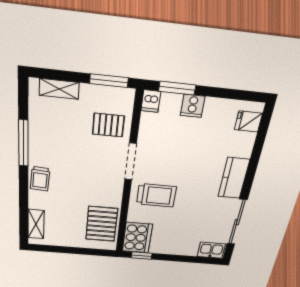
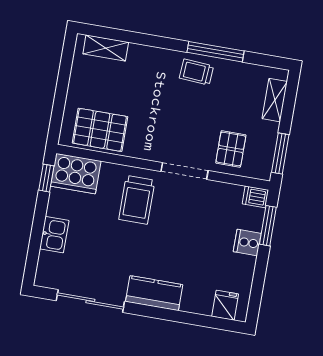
trolley: (40, 179) -> (196, 72), moved
kitchen sink: (211, 250) -> (54, 235), moved

